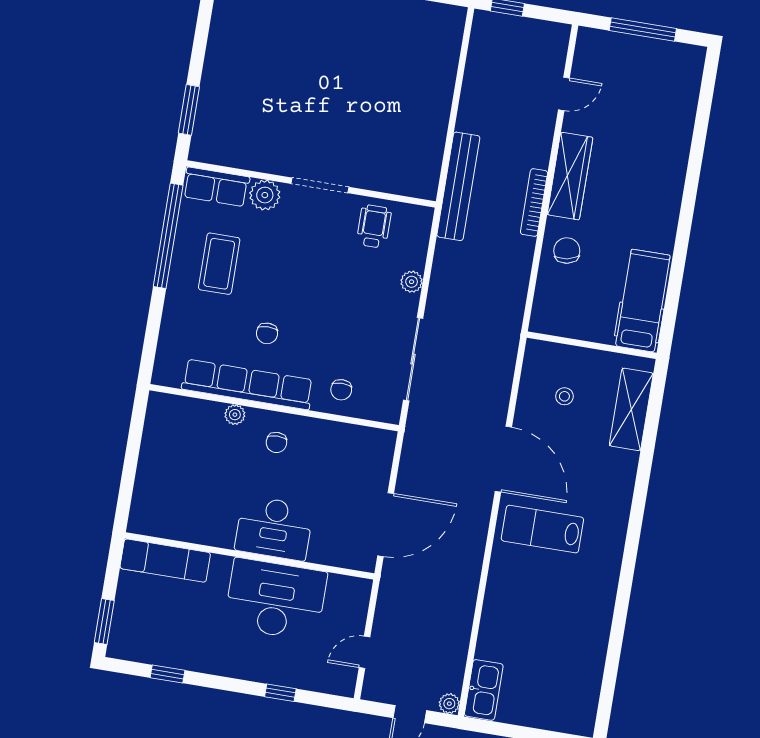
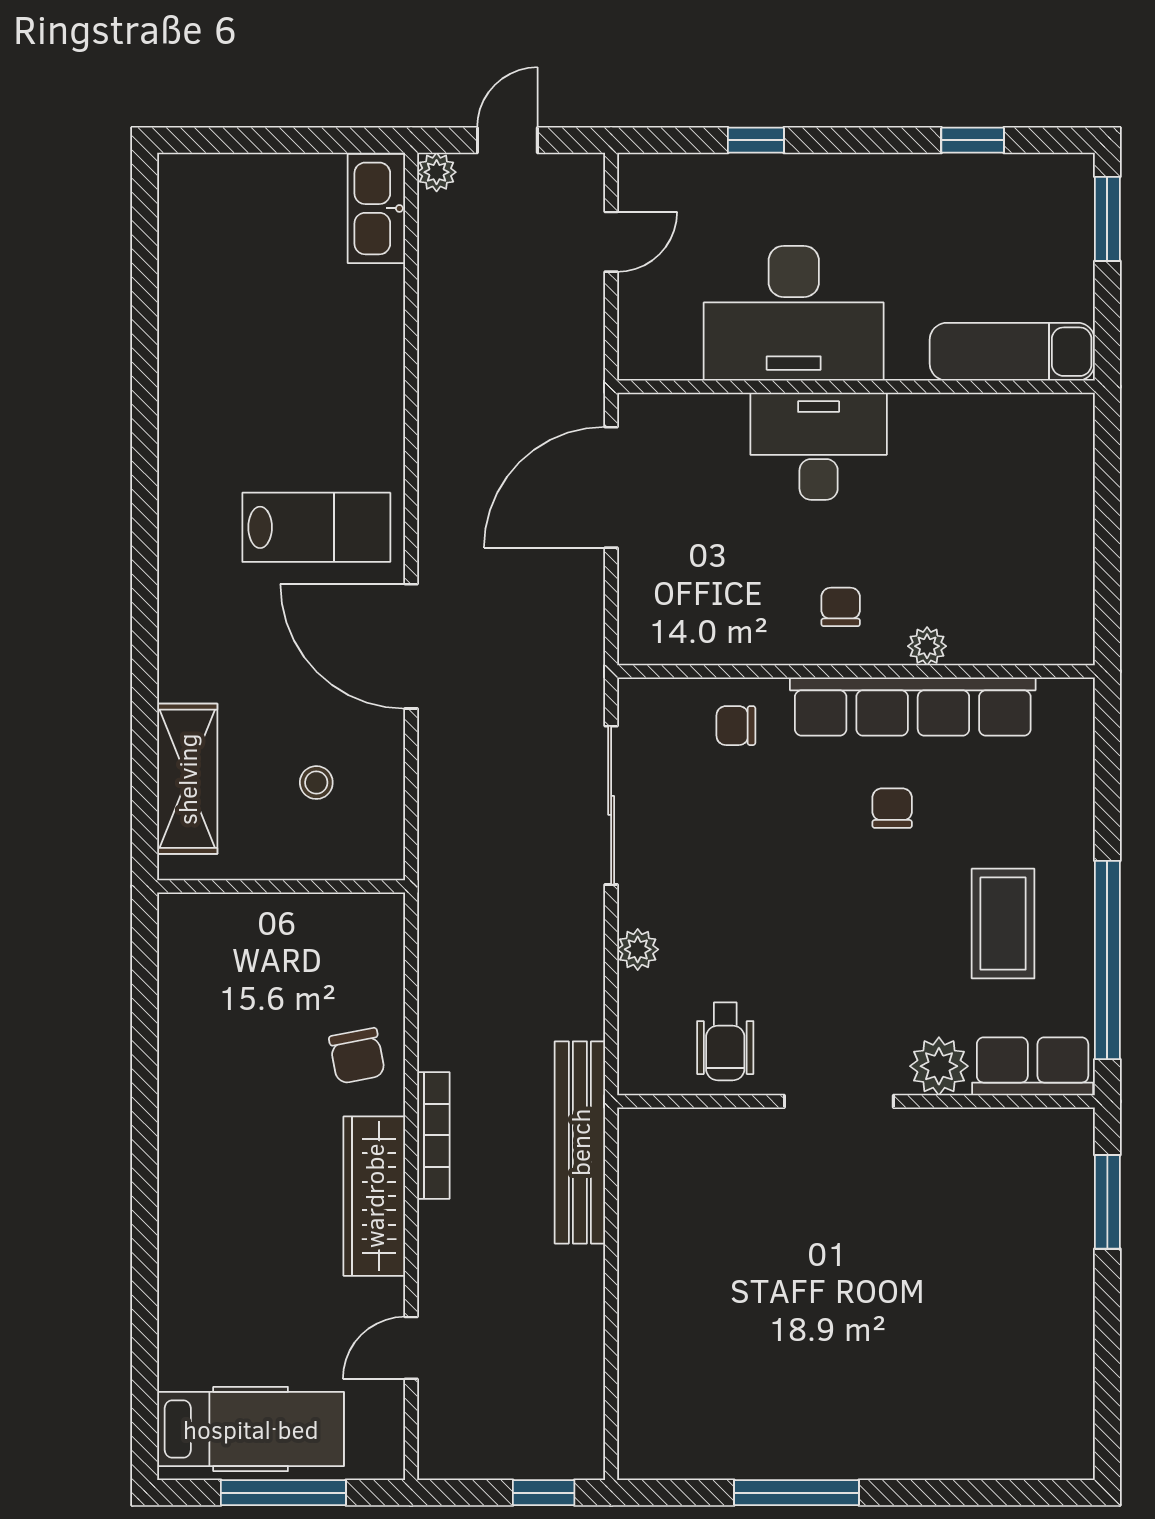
hospital bed: (643, 301) -> (251, 1429), moved, turned -90
chair: (341, 390) -> (736, 726), turned -90

